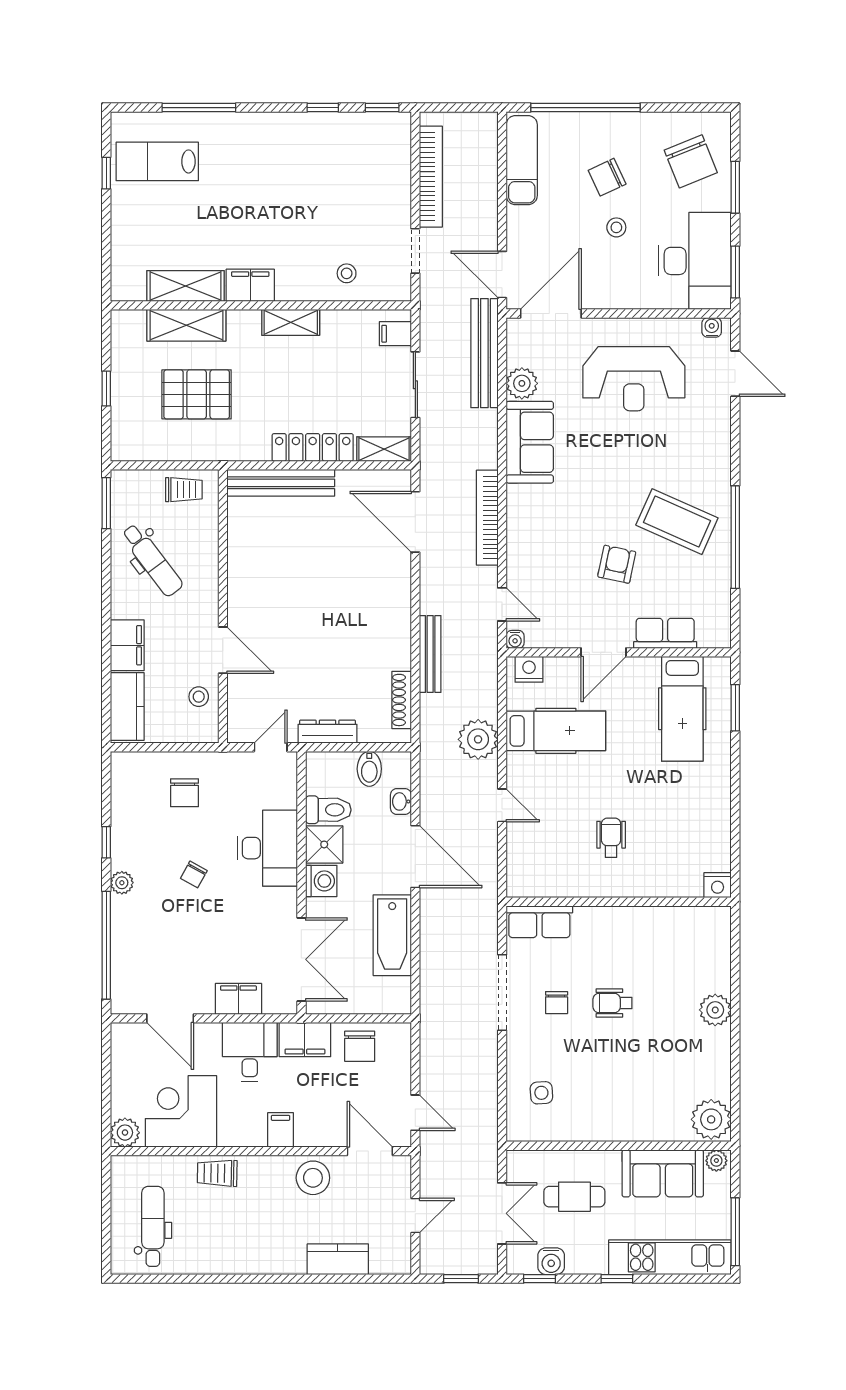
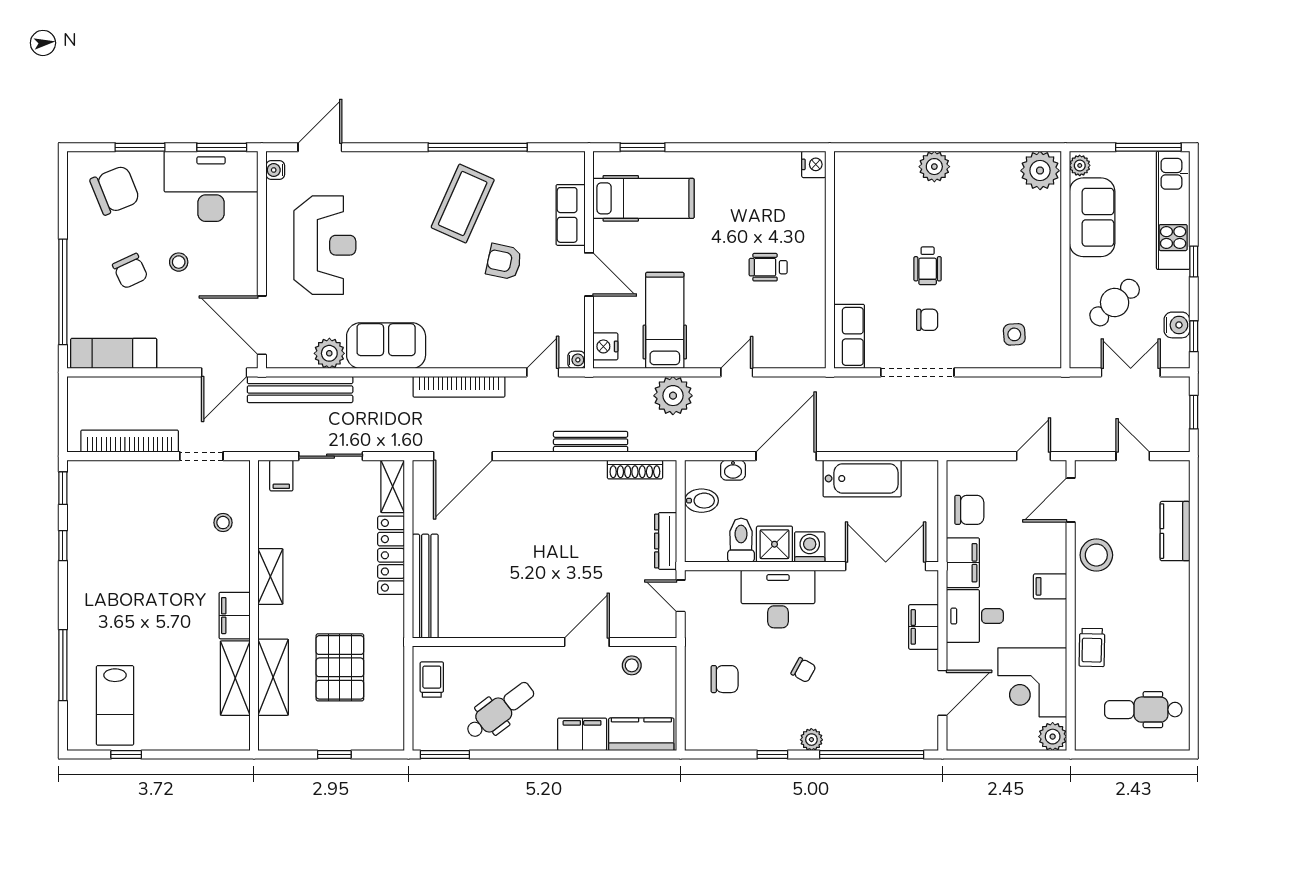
cafe table: (574, 1197) -> (1115, 303), turned 48

